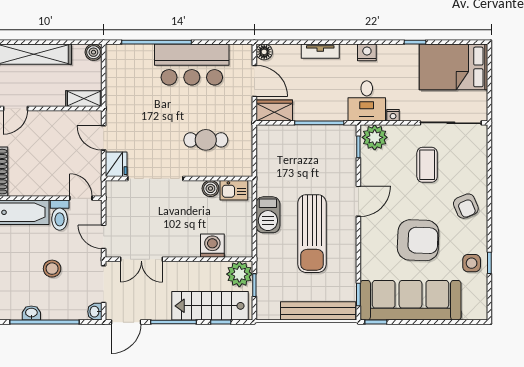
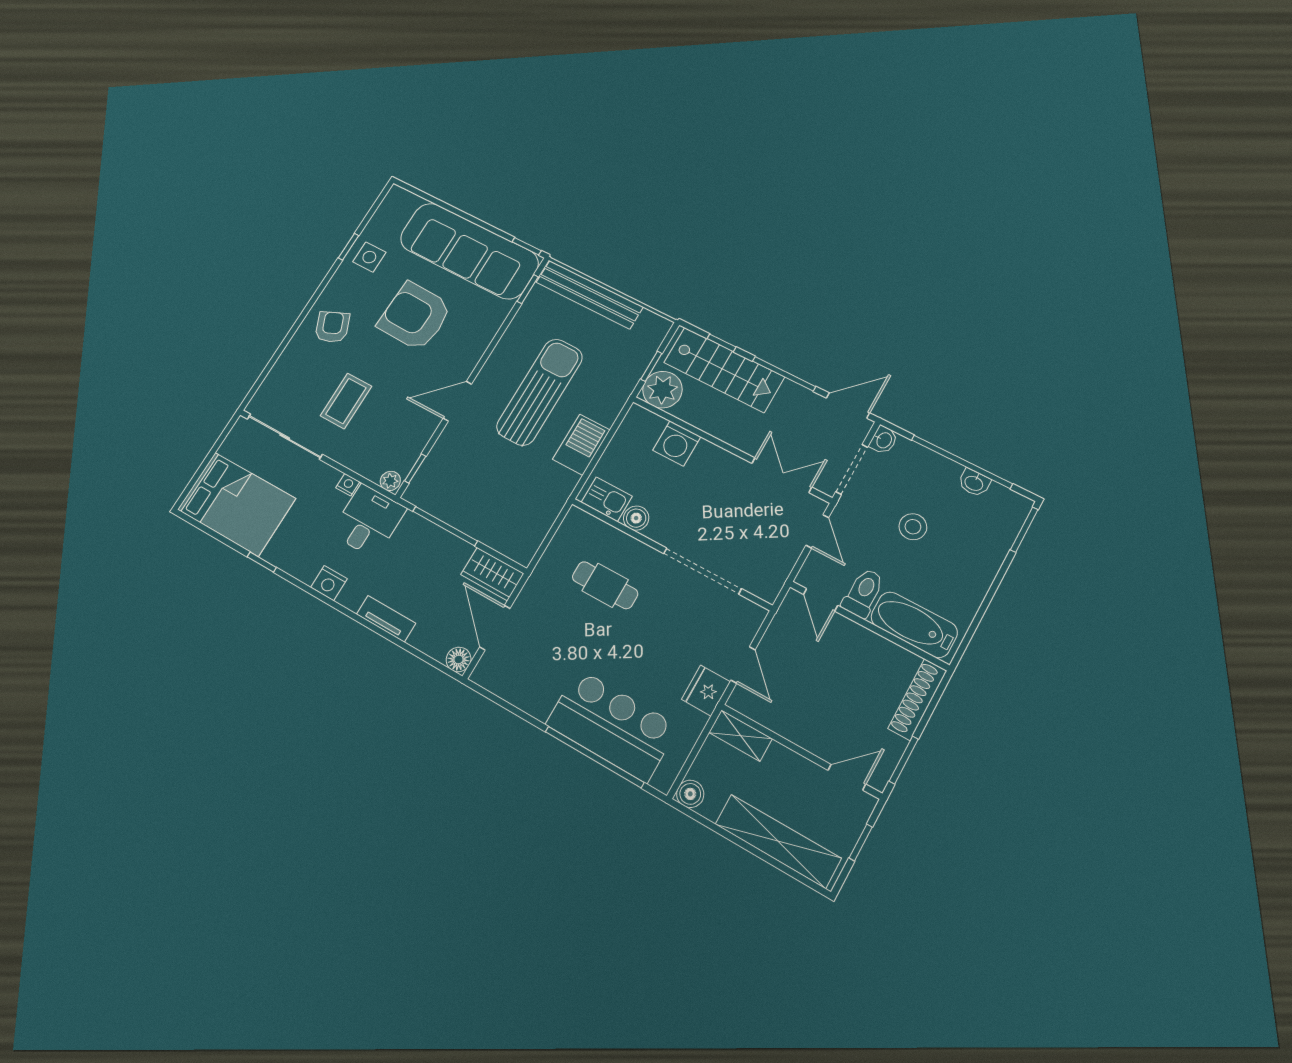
bar counter: (192, 64) -> (612, 725), moved
plant: (375, 137) -> (390, 481), width x0.53, depth x0.53
fridge: (116, 164) -> (706, 690), moved

